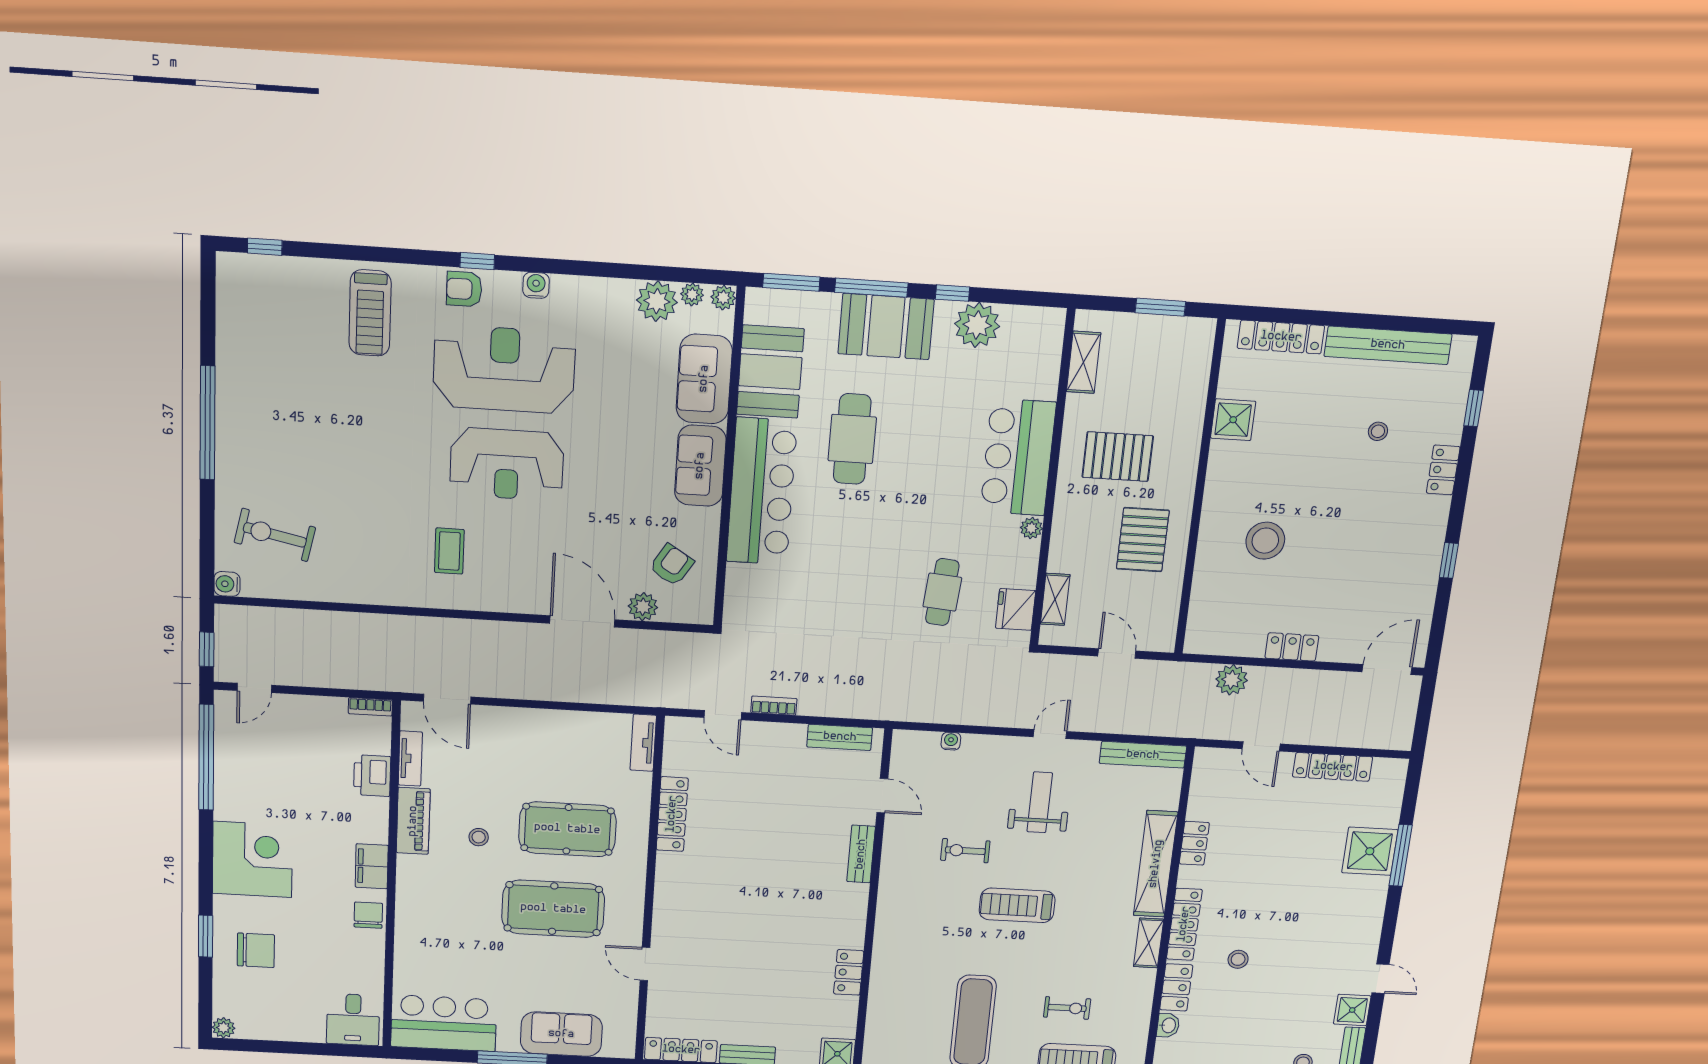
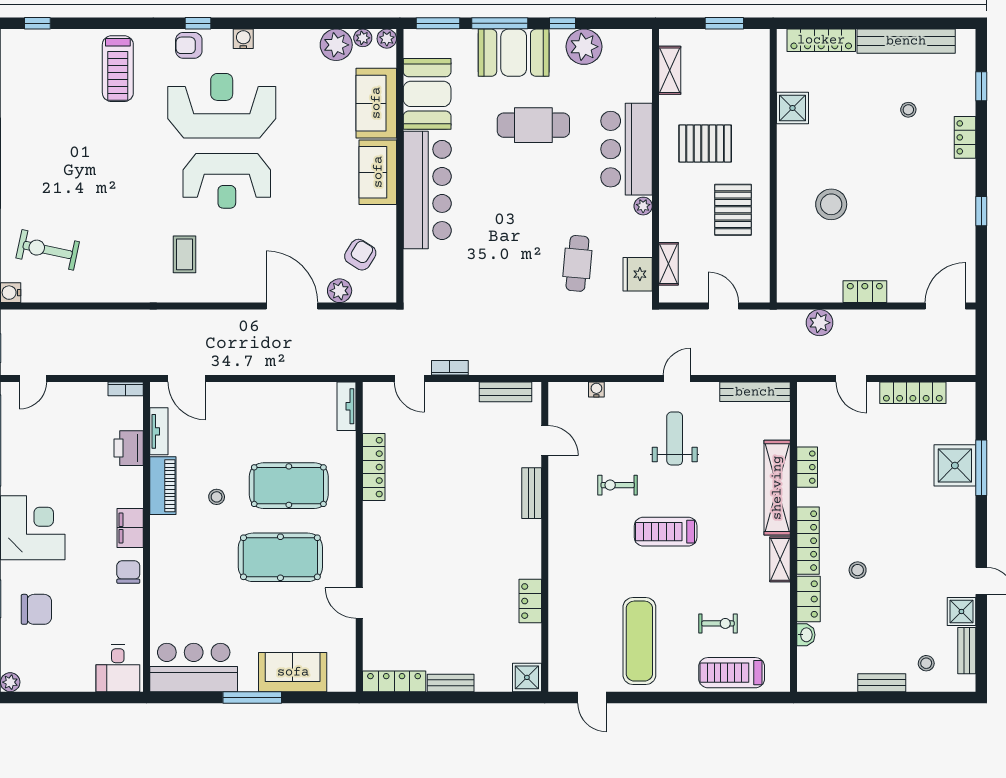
cafe table: (852, 439) -> (533, 125), moved, turned 90

